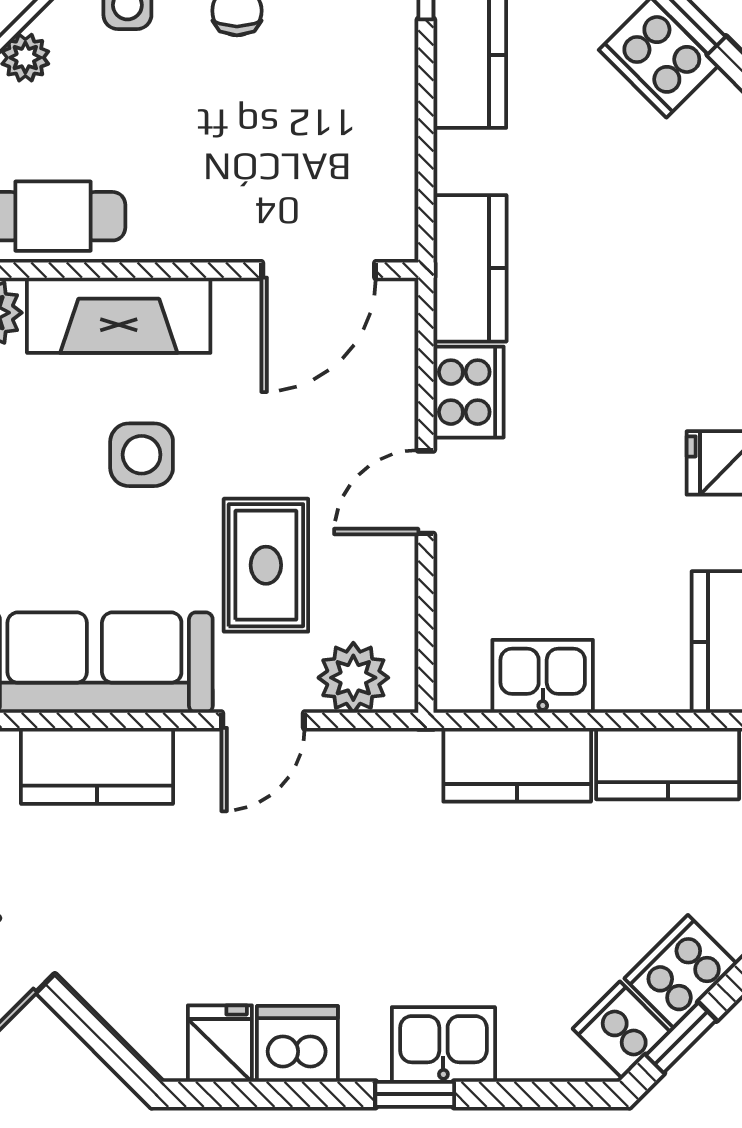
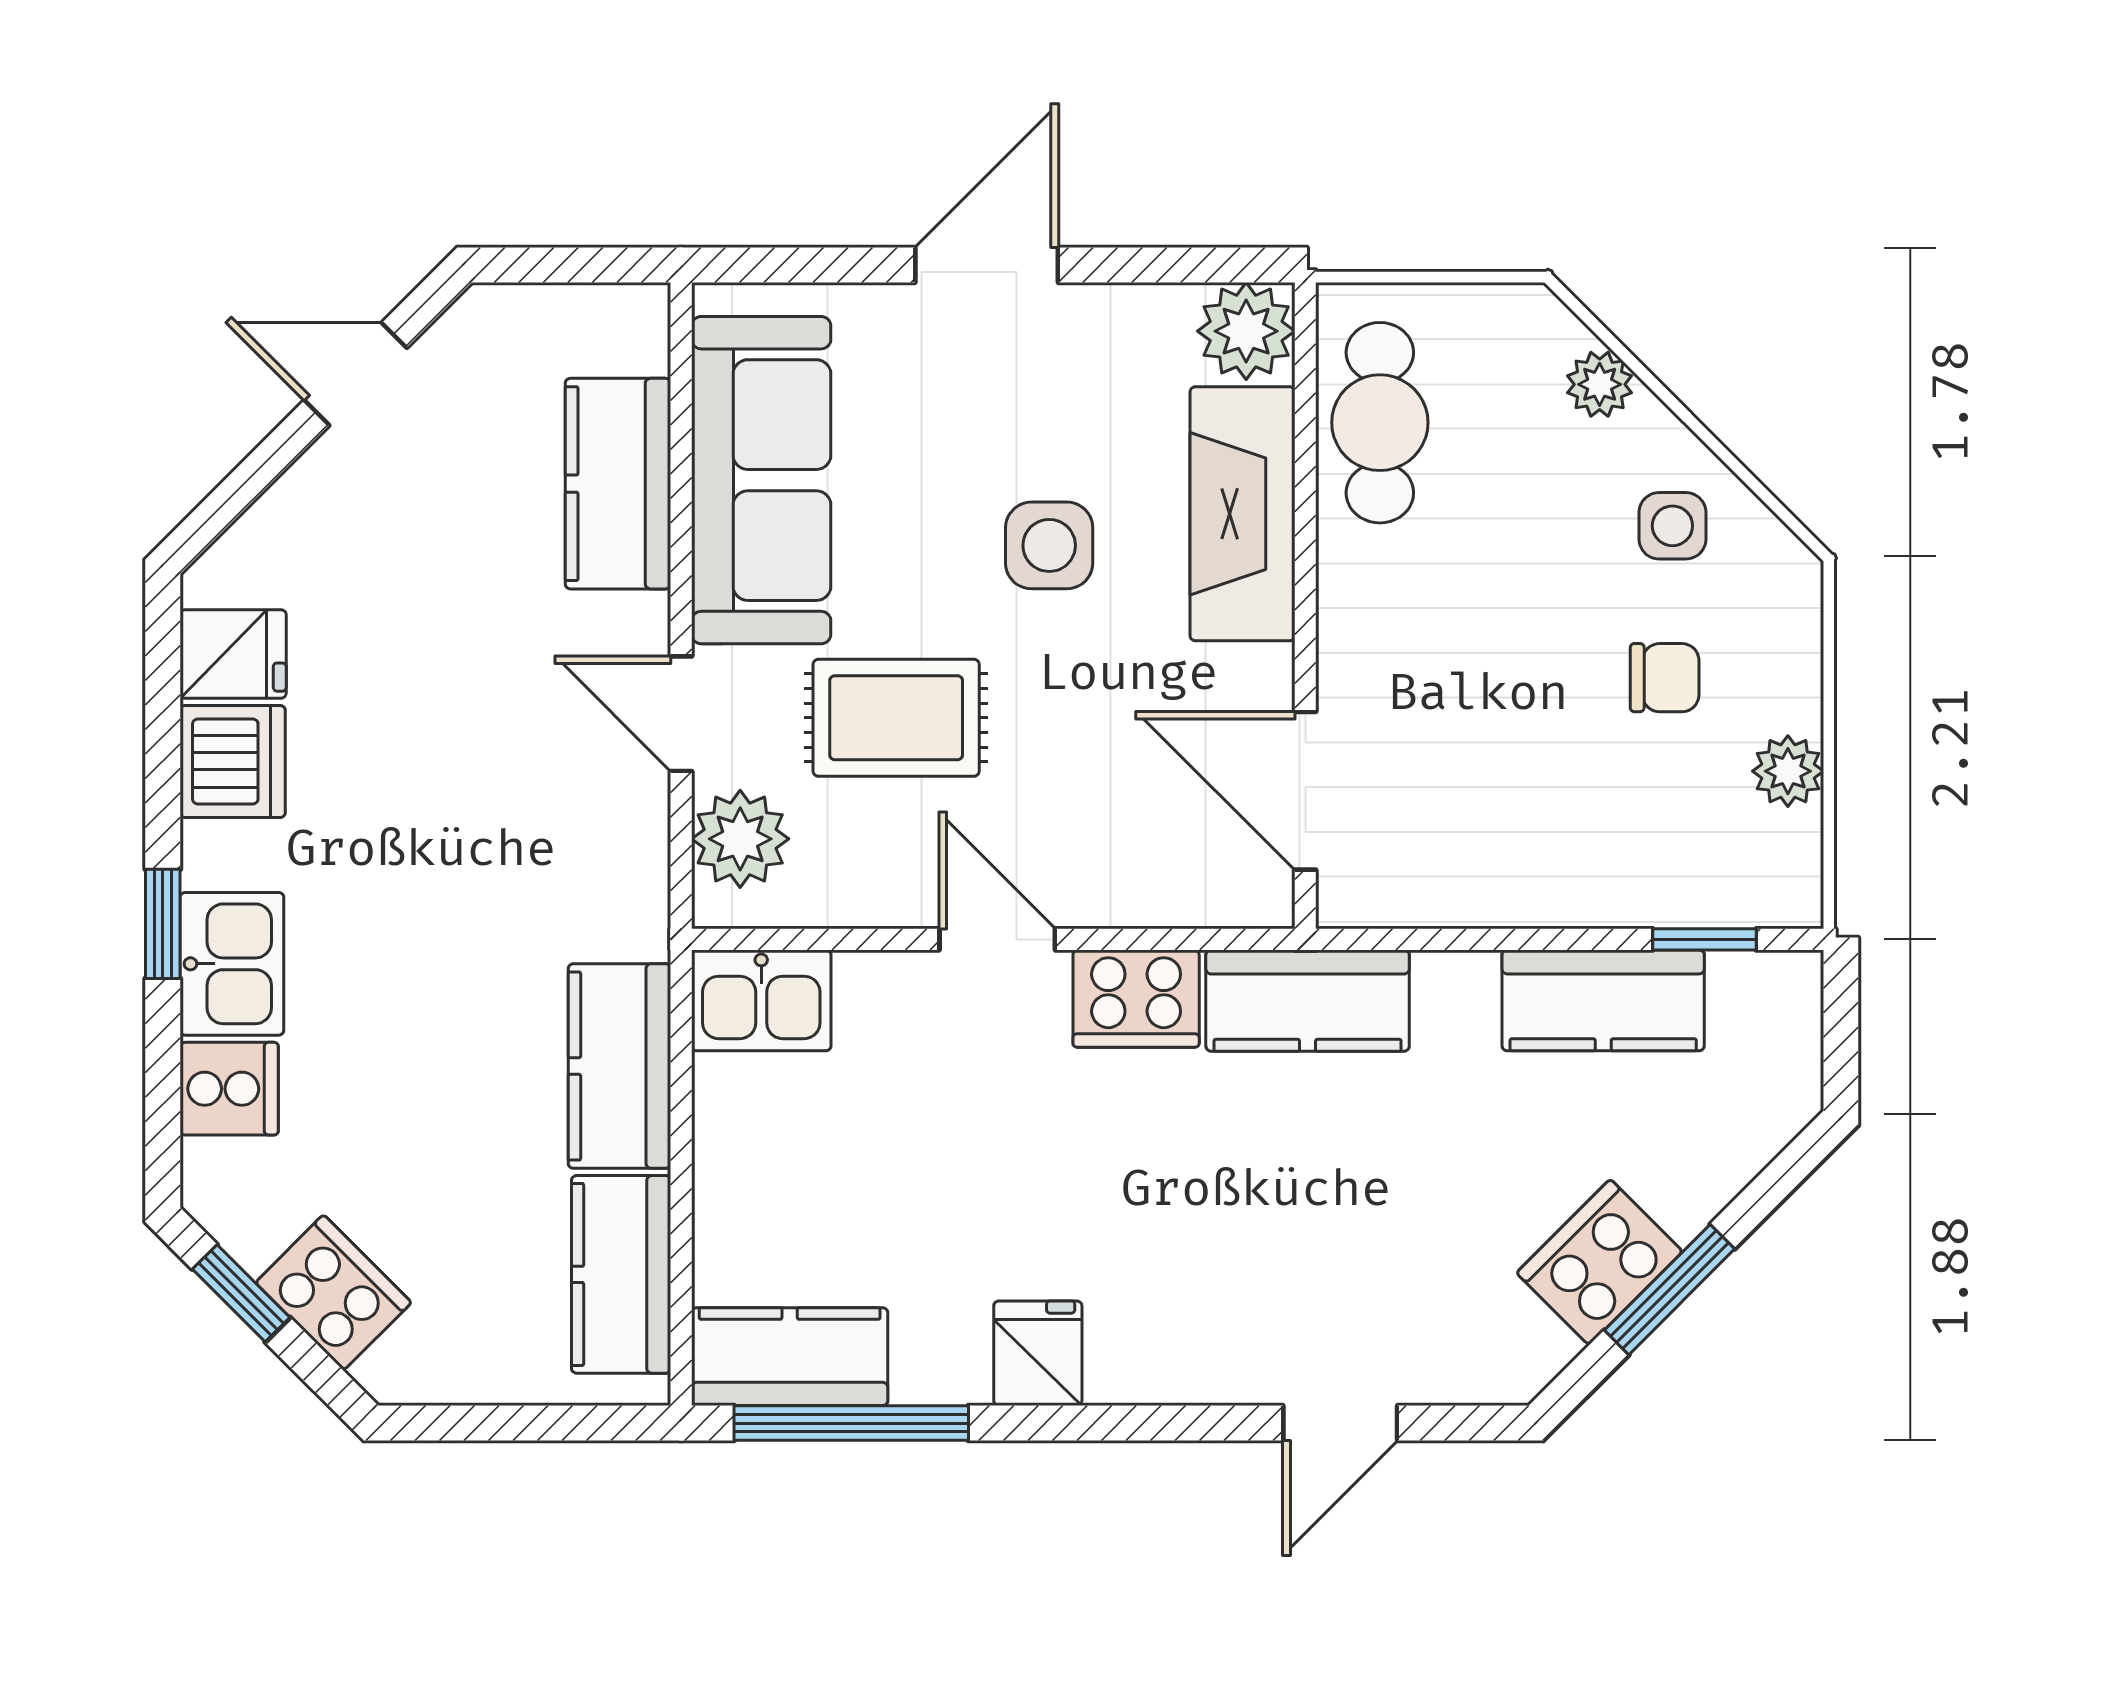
kitchen sink: (543, 676) -> (761, 1000), moved, turned 90
cooker: (621, 1030) -> (229, 1089), moved, turned 45

